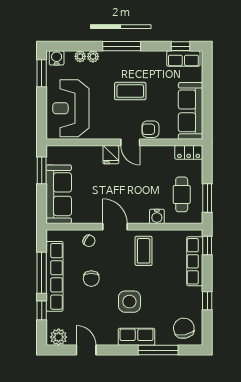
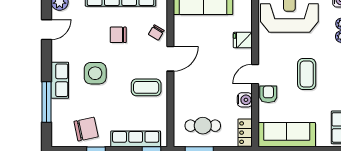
fridge: (111, 155) -> (243, 40), moved
water cooler: (157, 216) -> (245, 100), moved, turned 180
chair: (184, 328) -> (86, 129), moved

